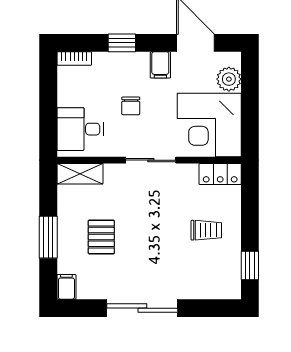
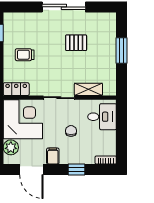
shelving: (80, 174) -> (88, 89), moved
pallet: (101, 237) -> (76, 43), moved, turned 90
filing cabinet: (66, 287) -> (110, 20), removed

